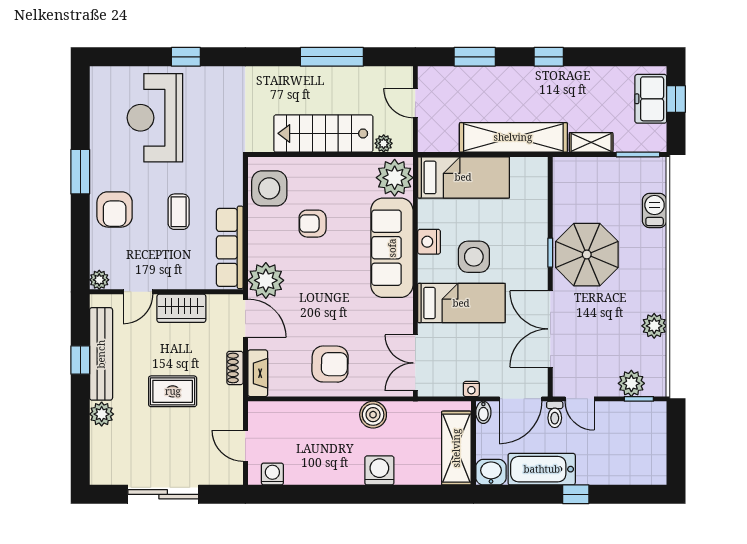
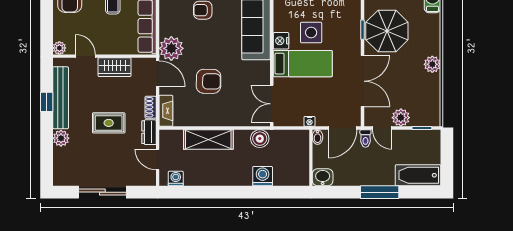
nightstand: (429, 242) -> (281, 41), moved
door: (138, 292) -> (85, 56), swing flipped
plant: (654, 326) -> (432, 64), moved
double door: (550, 329) -> (362, 81), swing flipped
armchair: (330, 364) -> (209, 81), moved
plant: (631, 383) -> (401, 118), moved
dresser: (233, 405) -> (149, 132), added
boiler: (373, 415) -> (260, 139), moved
shelving: (456, 448) -> (208, 139), moved, turned 90
bathtub: (542, 469) -> (418, 175), moved
washing machine: (379, 470) -> (263, 176), moved
window: (576, 494) -> (380, 192), width x2.17

